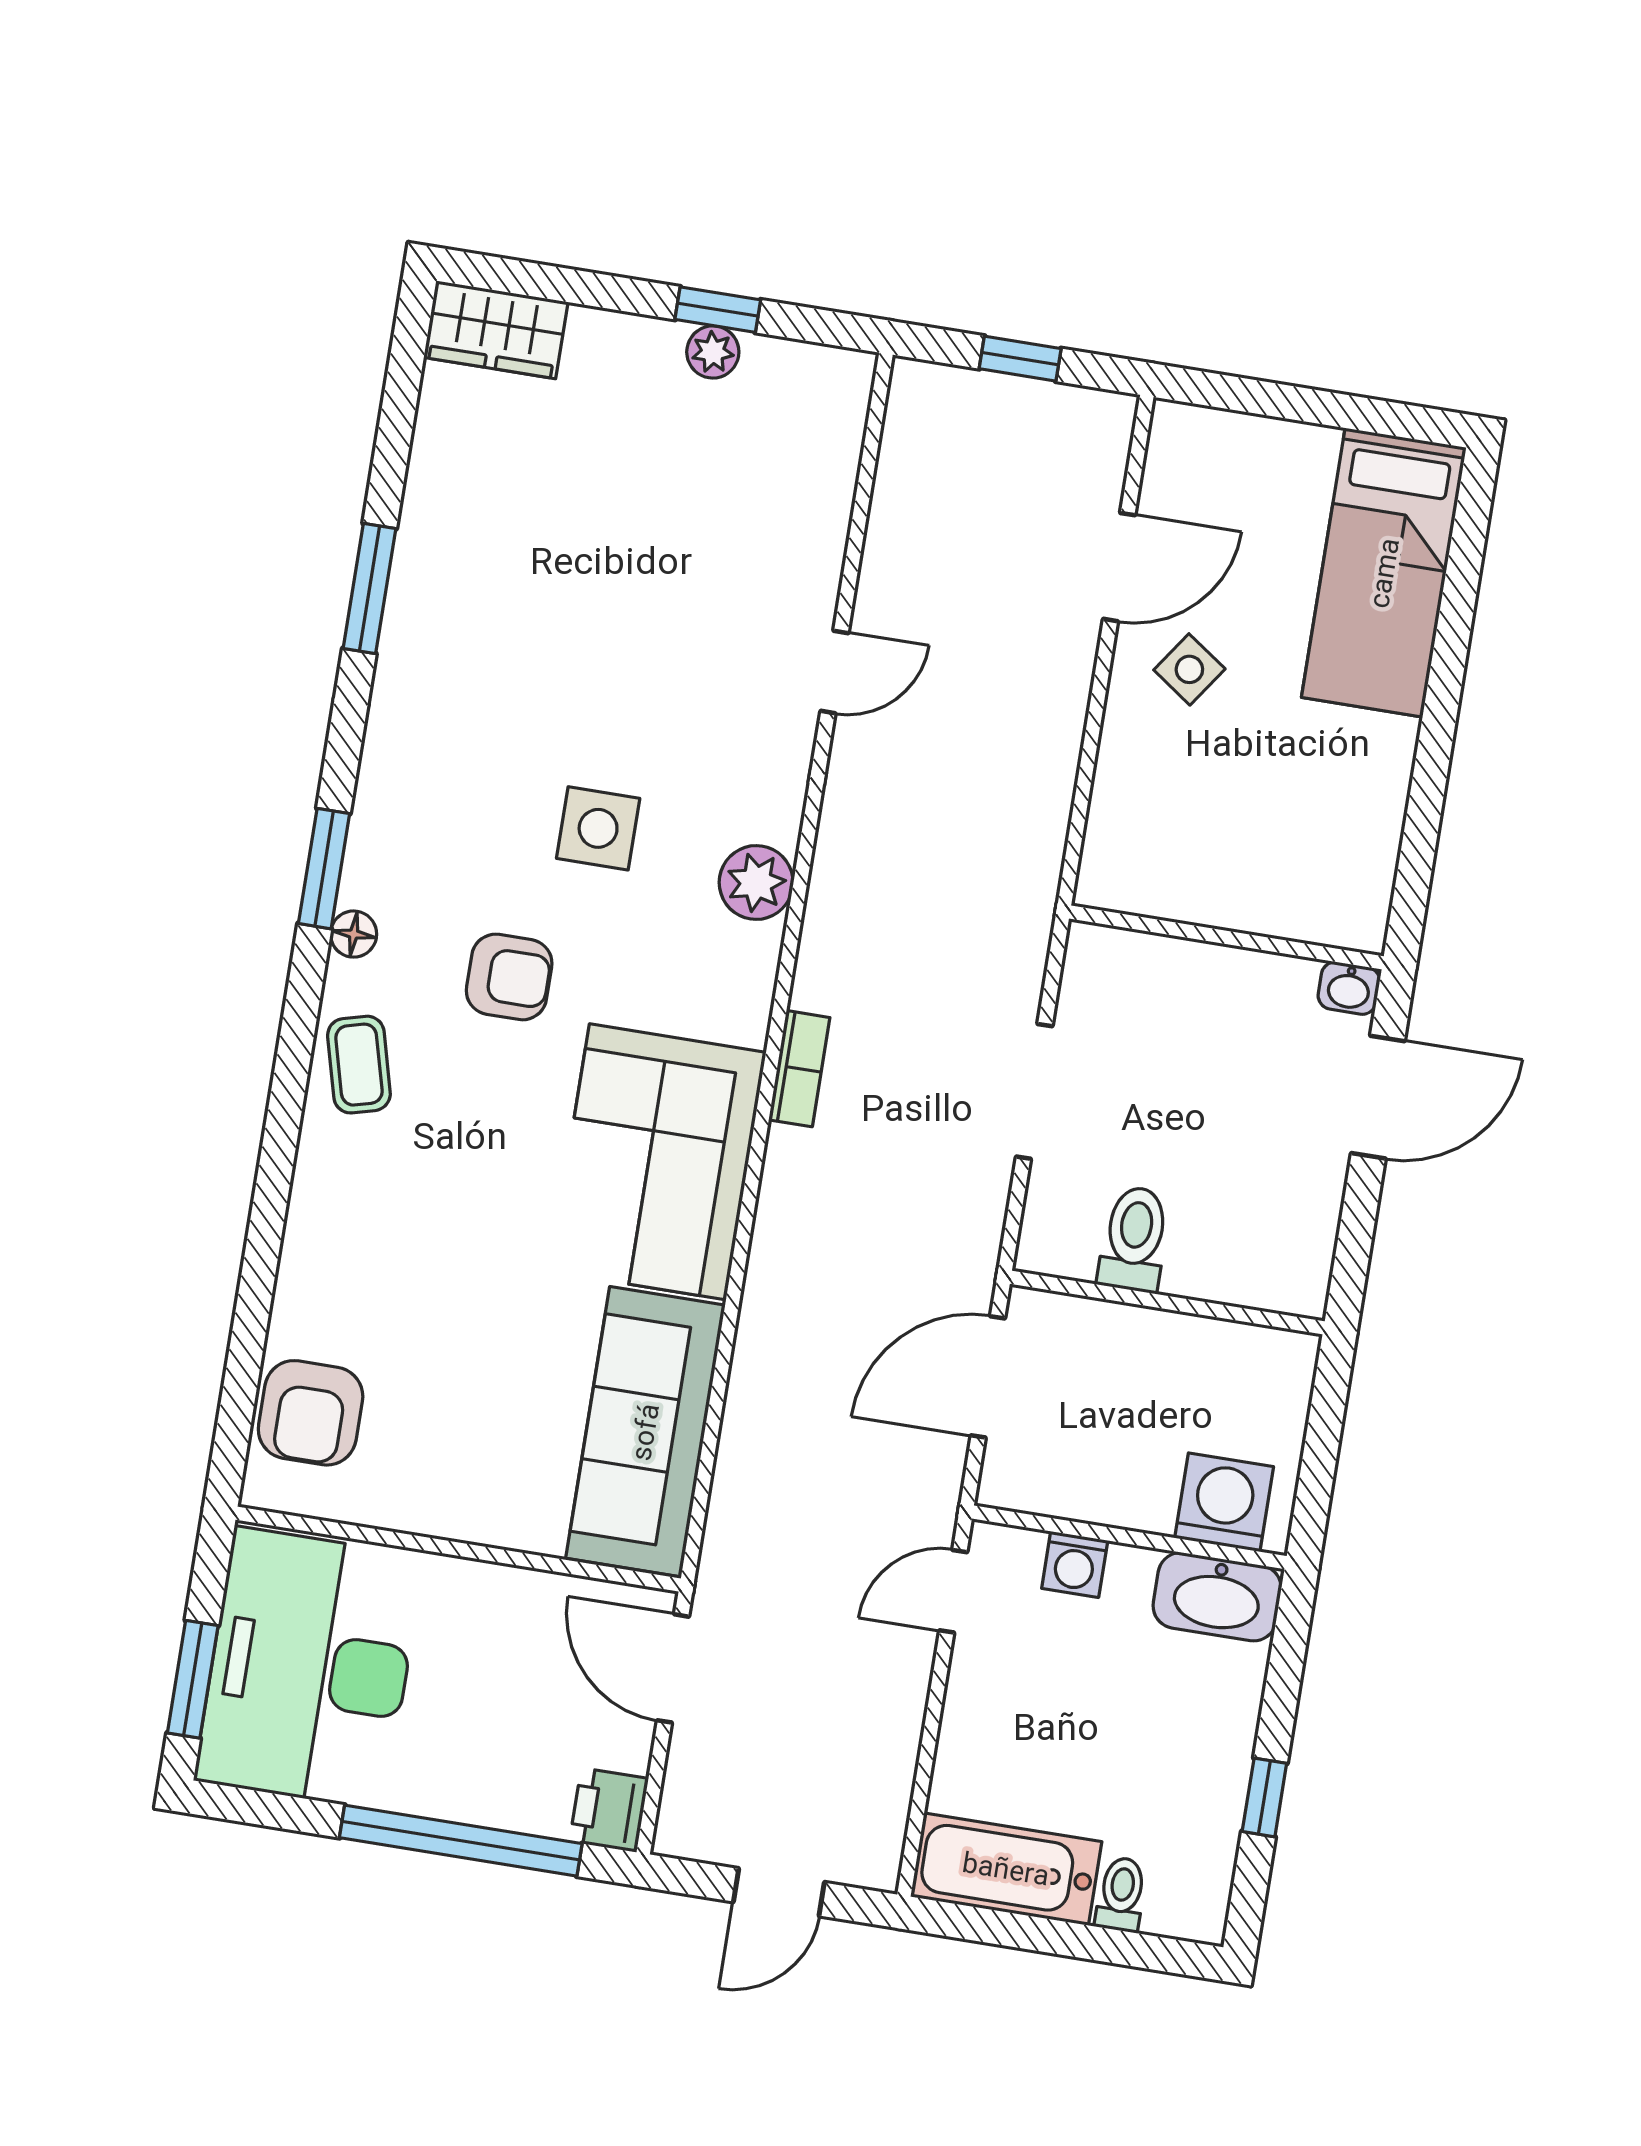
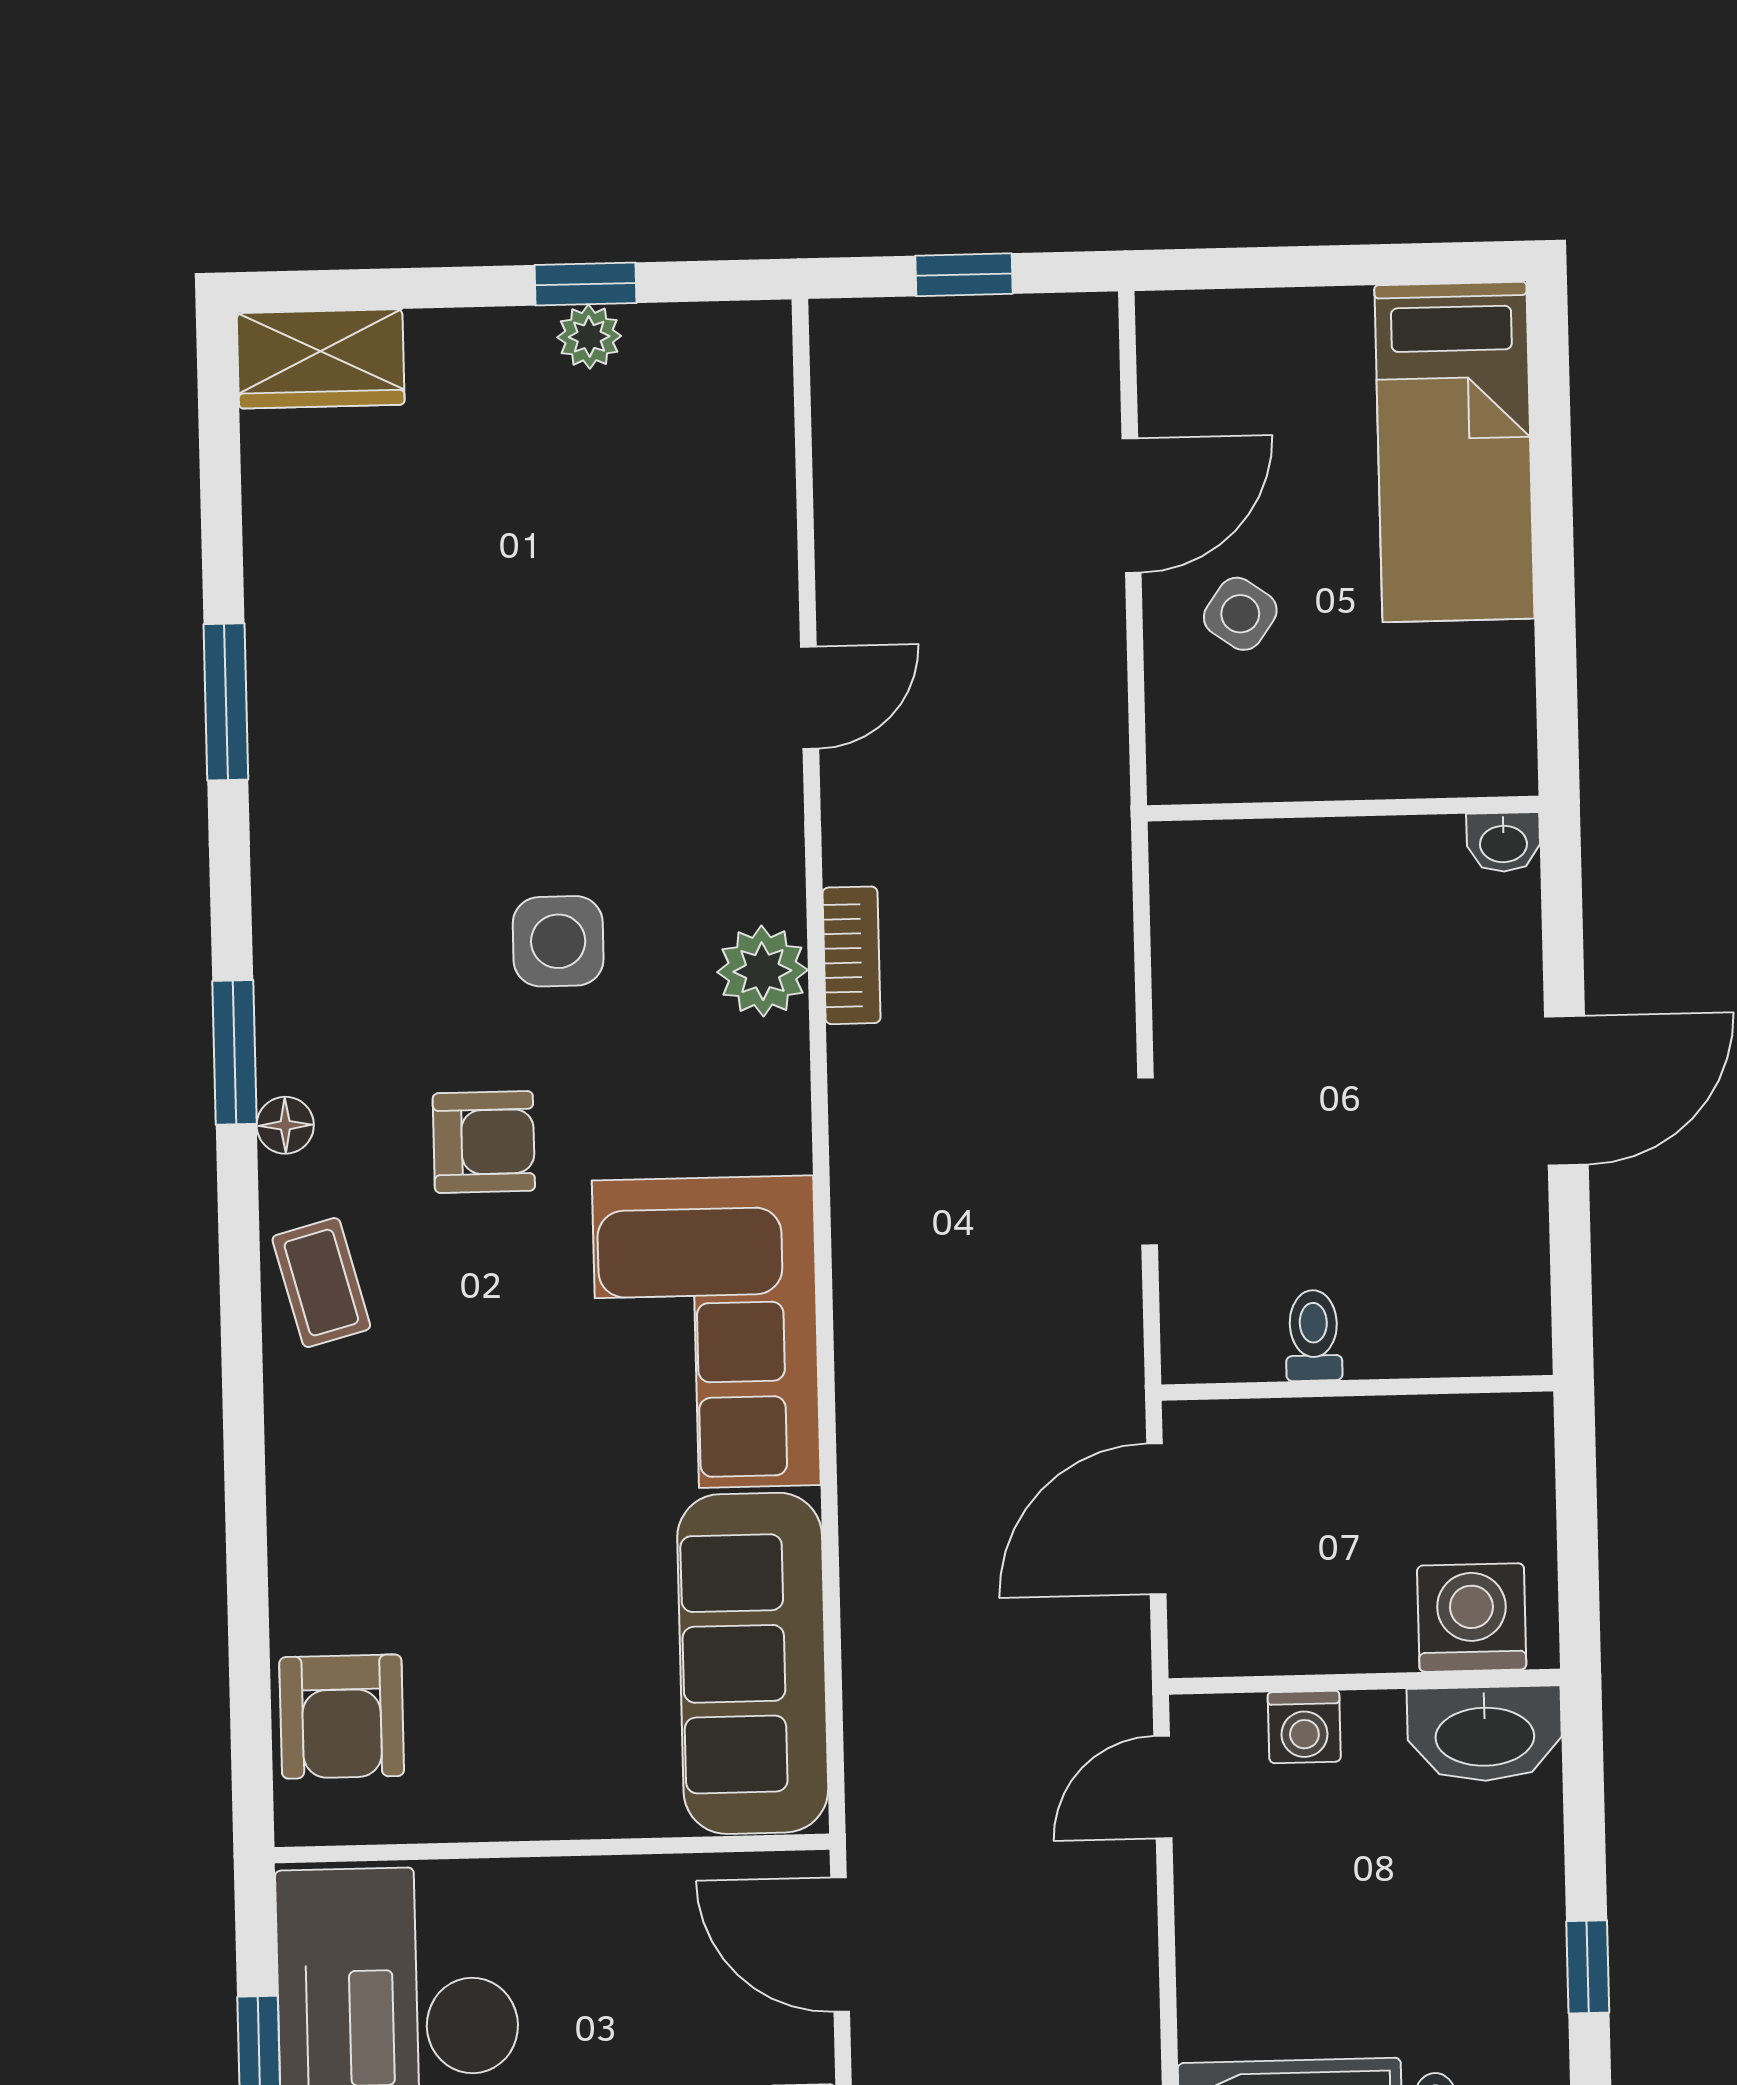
wall: (1226, 937) -> (1343, 809), moved
washbasin: (1349, 988) -> (1503, 842), moved
bookcase: (799, 1069) -> (851, 955), moved
toilet: (1134, 1239) -> (1314, 1335), width x0.73, depth x0.72

